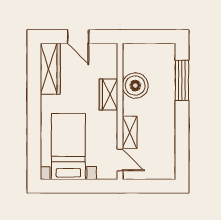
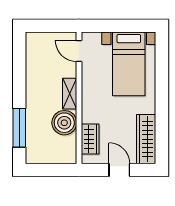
wardrobe: (109, 94) -> (90, 139), moved
shelving: (130, 132) -> (70, 94), moved

